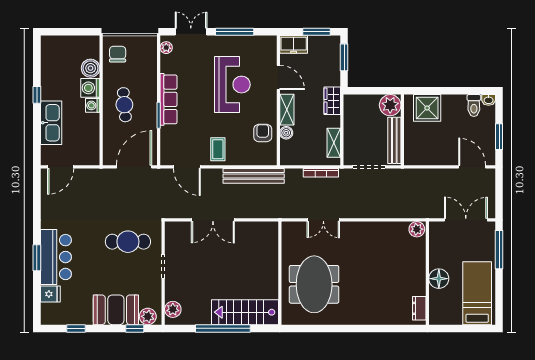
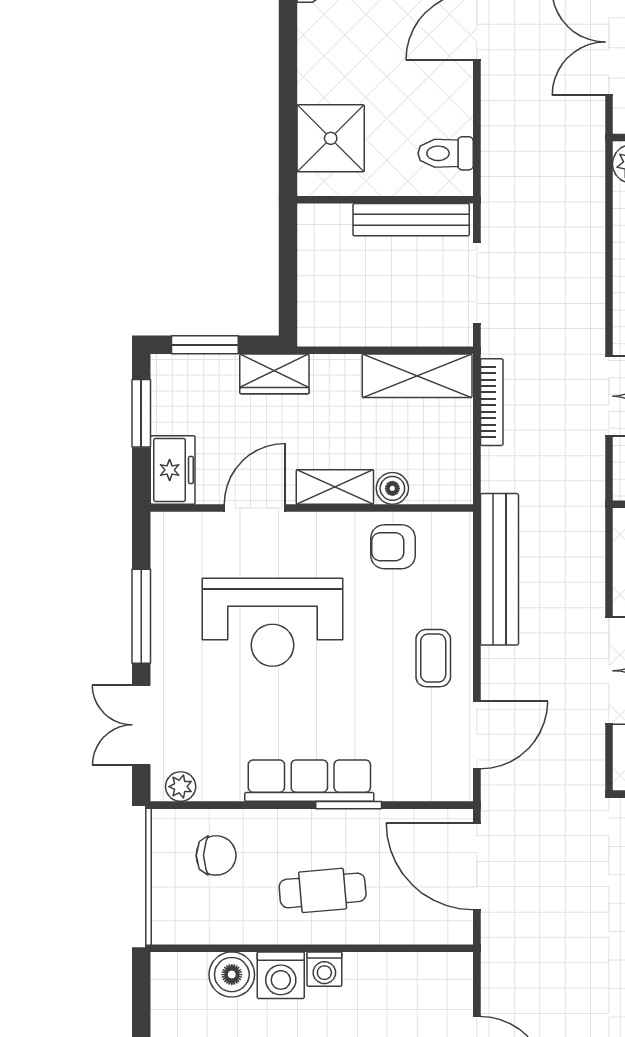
chair: (118, 54) -> (216, 855), moved, turned 180
reception desk: (232, 85) -> (272, 622), turned 180
wardrobe: (332, 101) -> (274, 374), moved
plant: (390, 105) -> (324, 230), removed
toilet: (474, 106) -> (446, 153), moved, turned 180
shelving: (334, 143) -> (417, 376), width x1.50, depth x1.33
coffee table: (218, 149) -> (433, 658), turned 90

